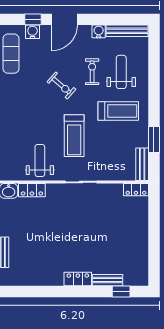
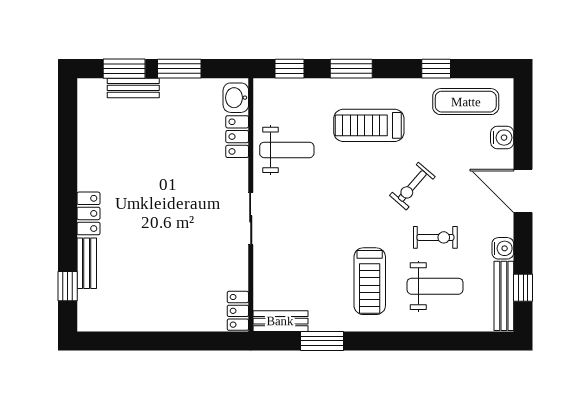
window: (33, 19) -> (523, 288), moved
treadmill: (74, 136) -> (369, 125), moved

